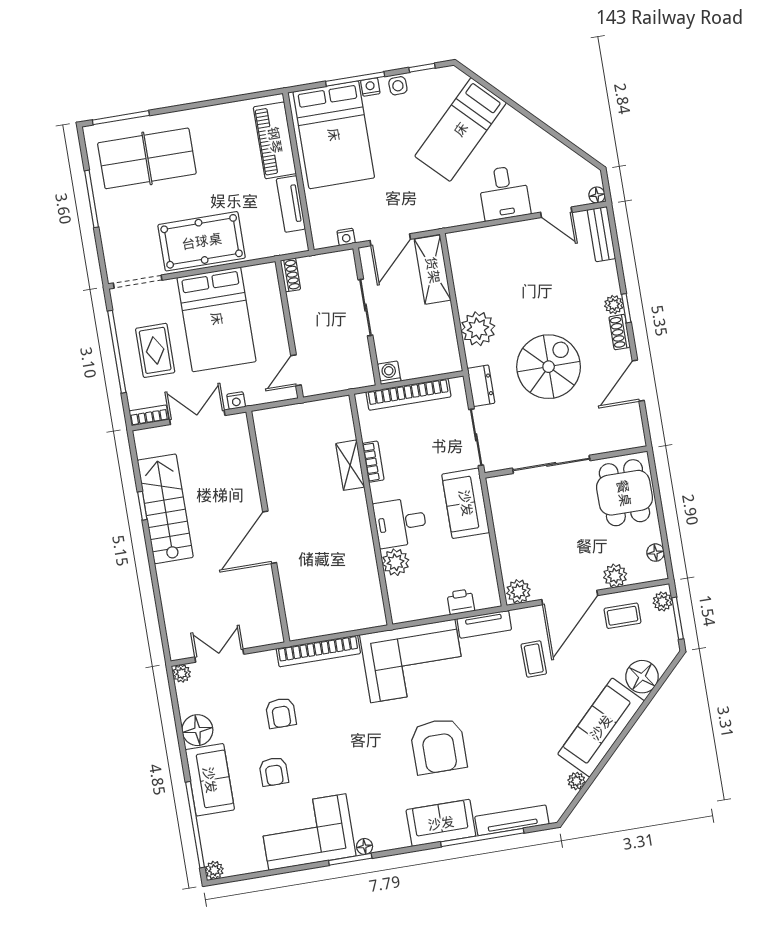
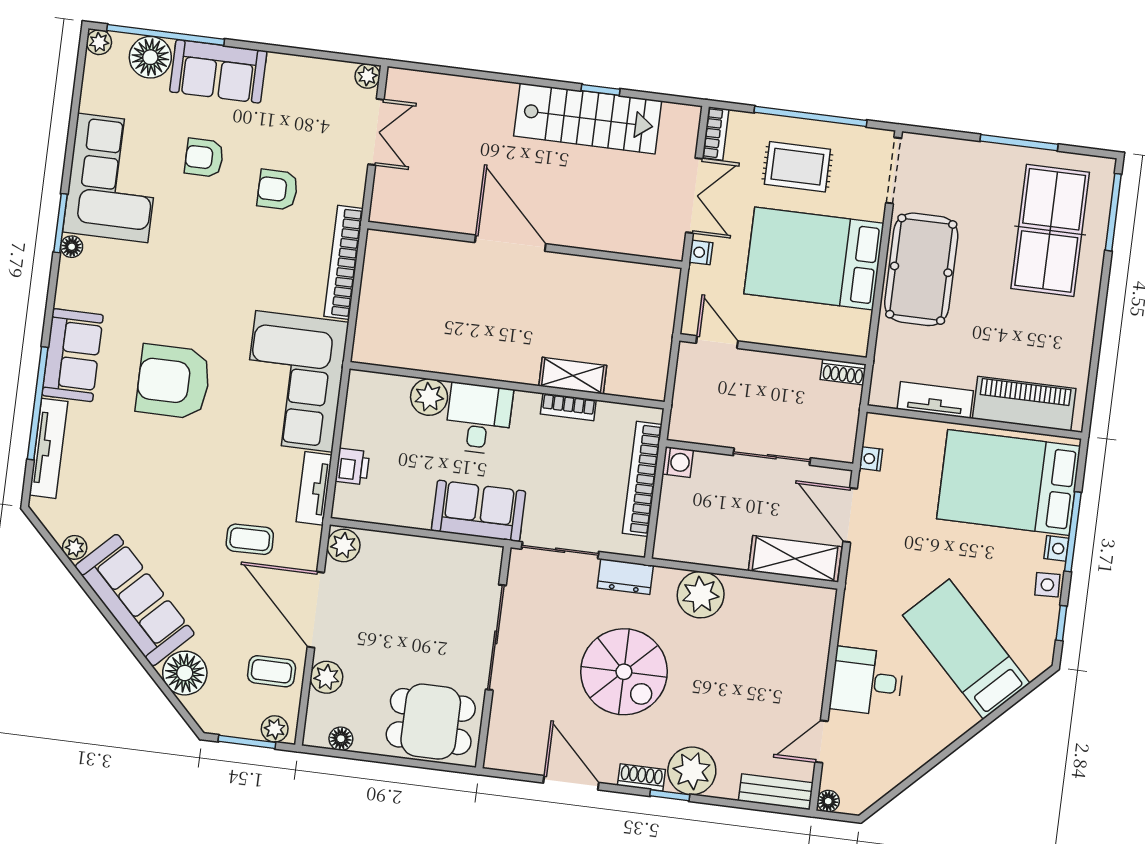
plant: (614, 305) -> (692, 771), width x1.88, depth x1.88
coffee table: (622, 616) -> (272, 671), turned 90
floor lamp: (197, 730) -> (150, 57), moved

